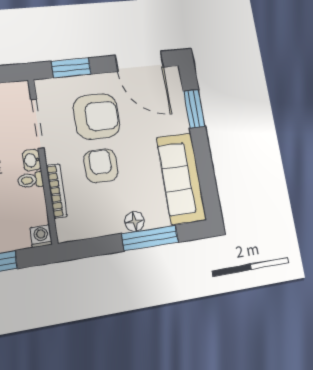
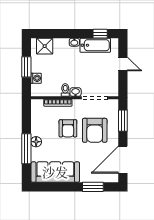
armchair: (101, 166) -> (68, 128), turned 90
washing machine: (41, 236) -> (36, 78), moved

